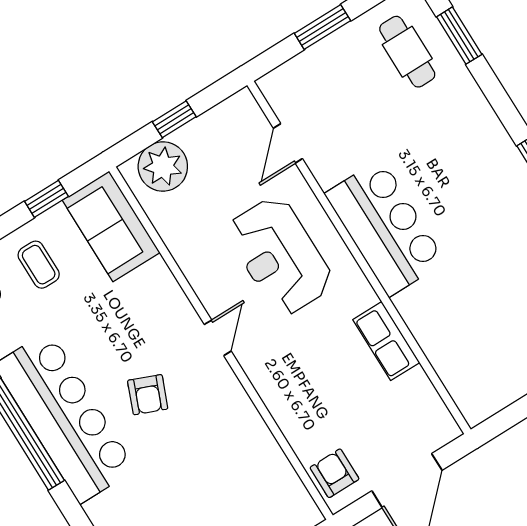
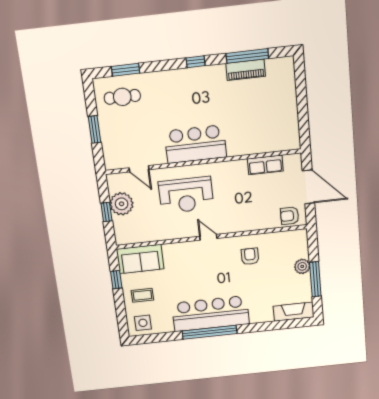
plant: (163, 167) -> (122, 204), moved
row of seats: (386, 341) -> (265, 165), moved
armchair: (148, 395) -> (250, 256), moved, turned -112

